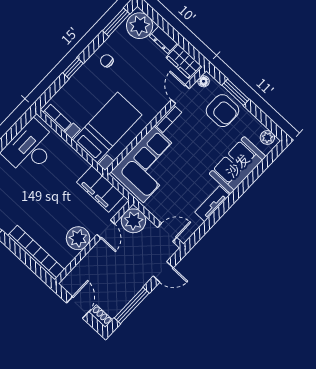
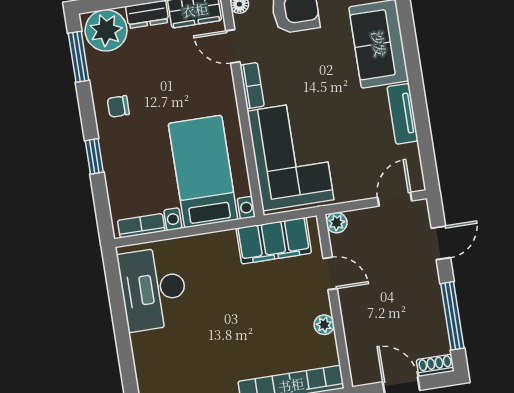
plant: (134, 221) -> (337, 223), width x0.53, depth x0.53
plant: (78, 238) -> (324, 325), width x0.53, depth x0.53

